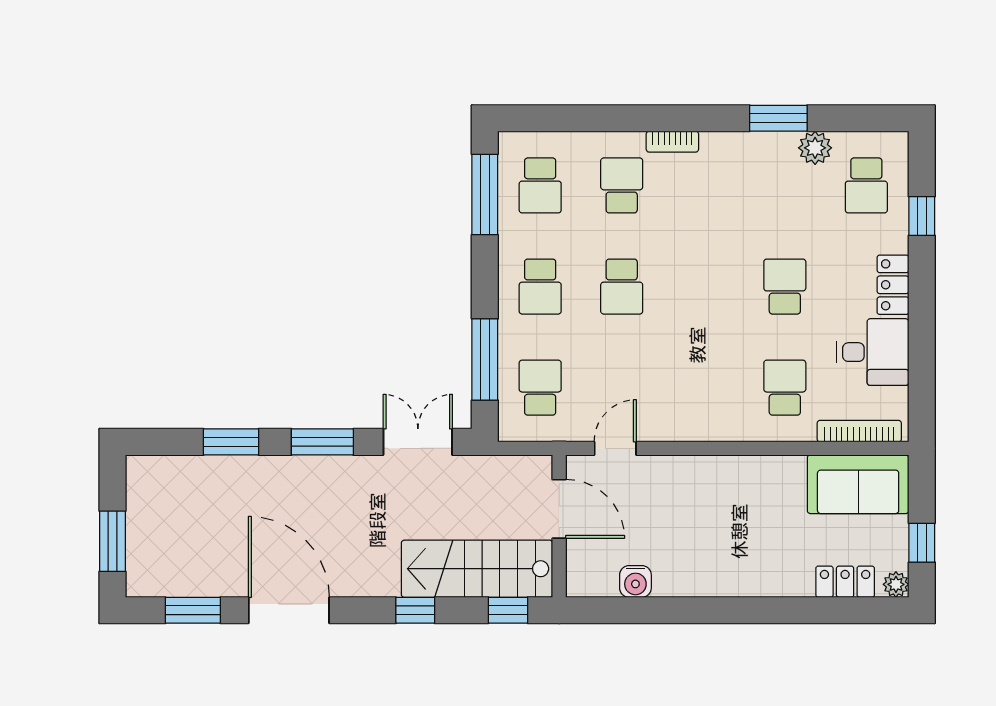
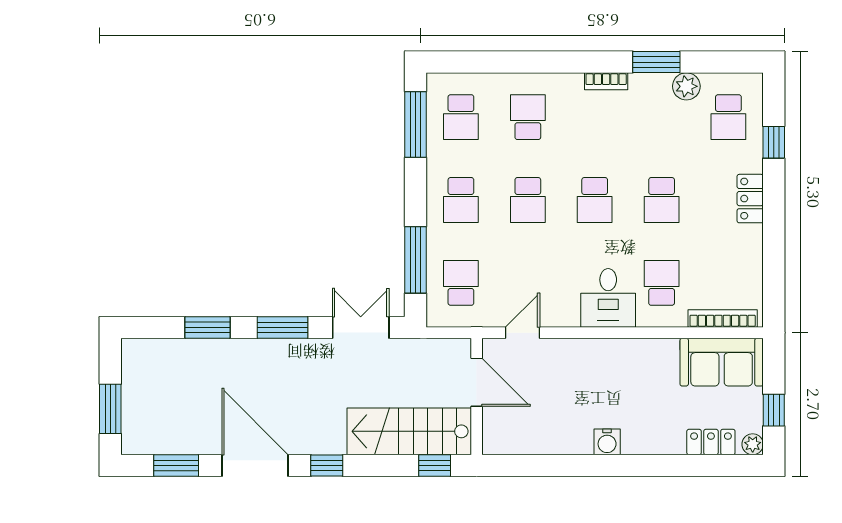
bookcase: (672, 142) -> (606, 81), moved
school desk: (703, 287) -> (595, 200), added
school desk: (785, 287) -> (662, 200), turned 180
desk: (873, 352) -> (608, 298), moved, turned 90
water cooler: (635, 581) -> (607, 442), moved
window: (415, 610) -> (327, 465), moved

